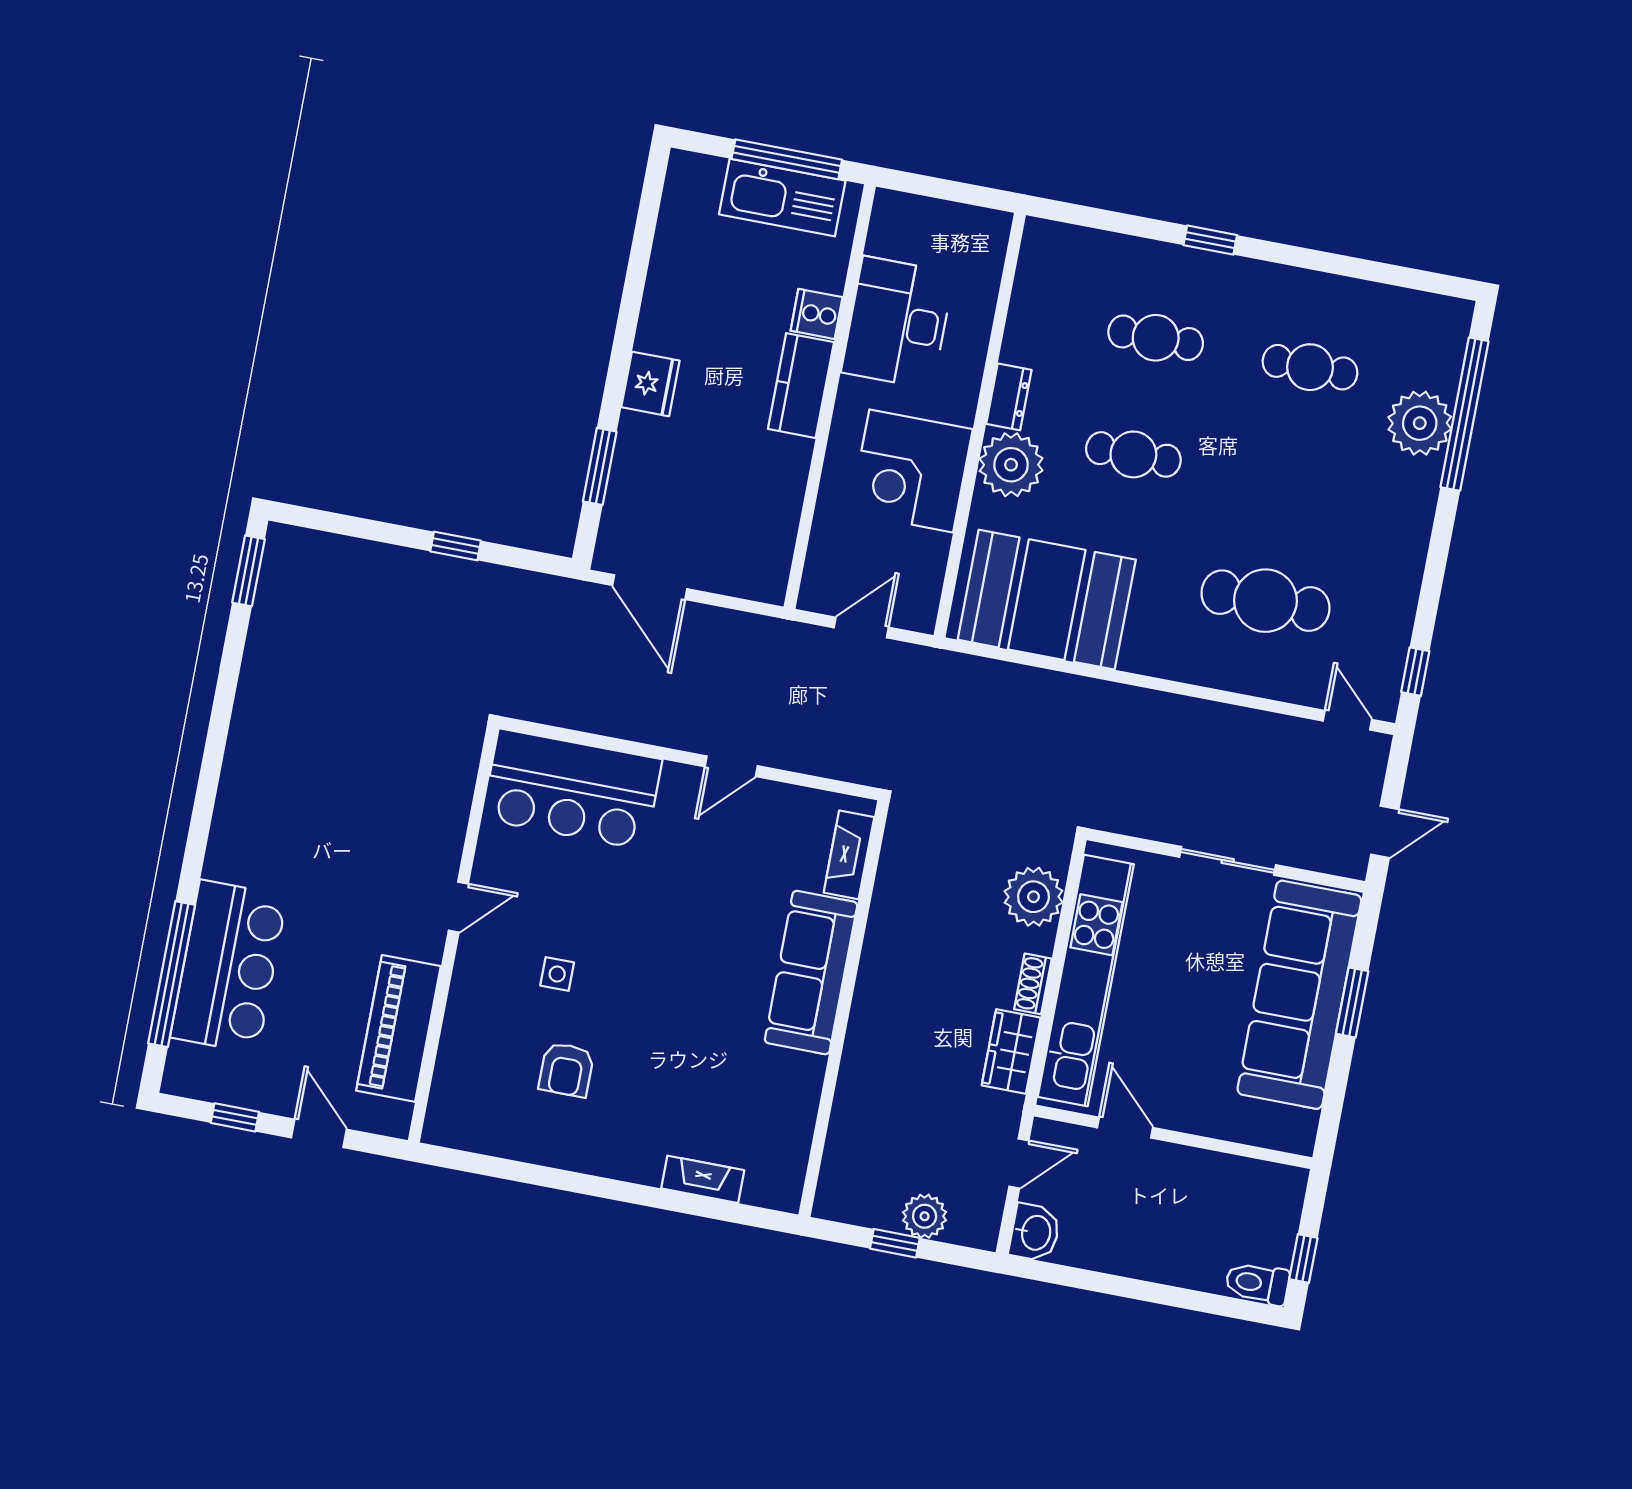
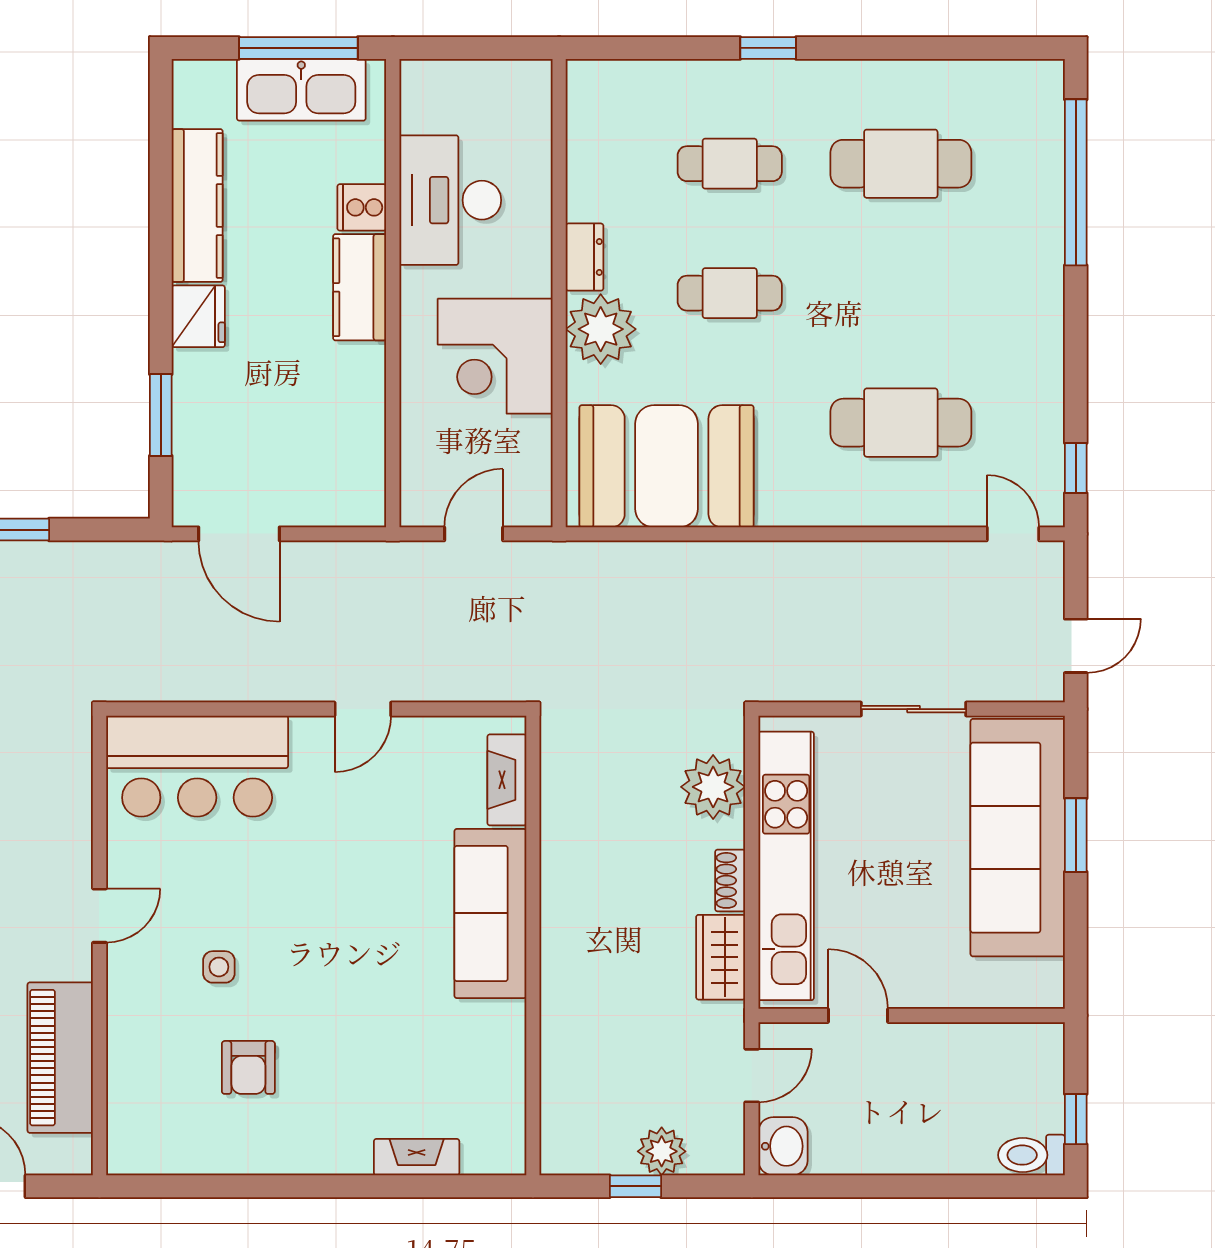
kitchen counter: (669, 284) -> (197, 205), added
cafe table: (1310, 367) -> (901, 164), width x1.37, depth x1.35
plant: (1420, 423) -> (1030, 201), removed

